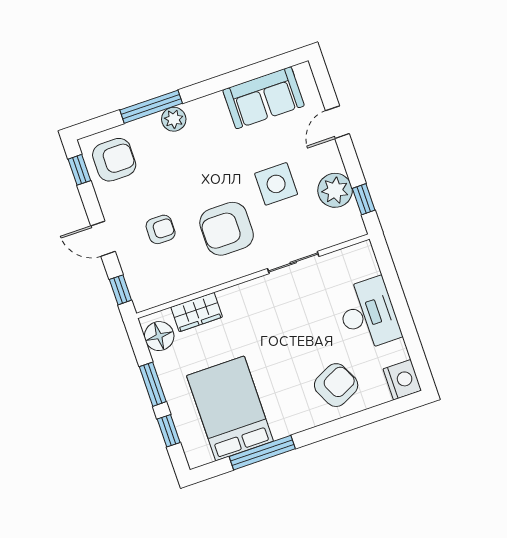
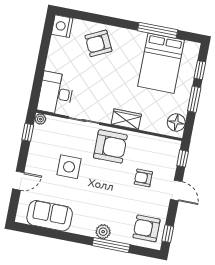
plant: (335, 190) -> (40, 119), moved, width x0.53, depth x0.53
armchair: (227, 229) -> (110, 146), moved
wardrobe: (197, 312) -> (126, 119), moved
desk: (368, 314) -> (56, 93), moved

